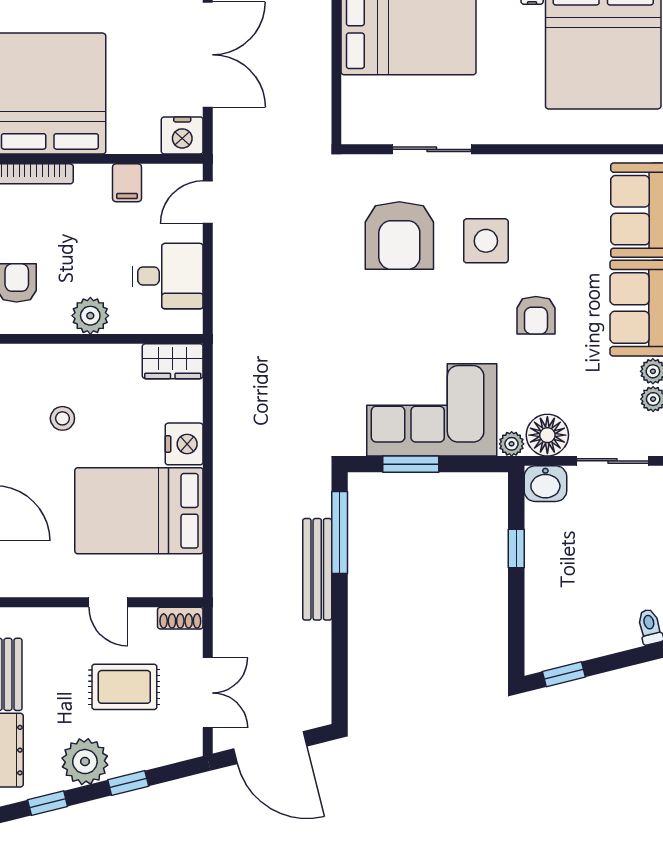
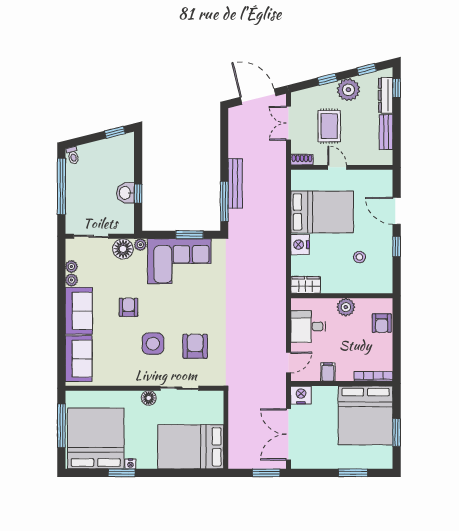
floor lamp: (494, 129) -> (149, 398), added
armchair: (399, 236) -> (195, 346), width x0.73, depth x0.73
washbasin: (545, 484) -> (125, 193), moved, turned -90
rug: (124, 687) -> (329, 126), turned 90

